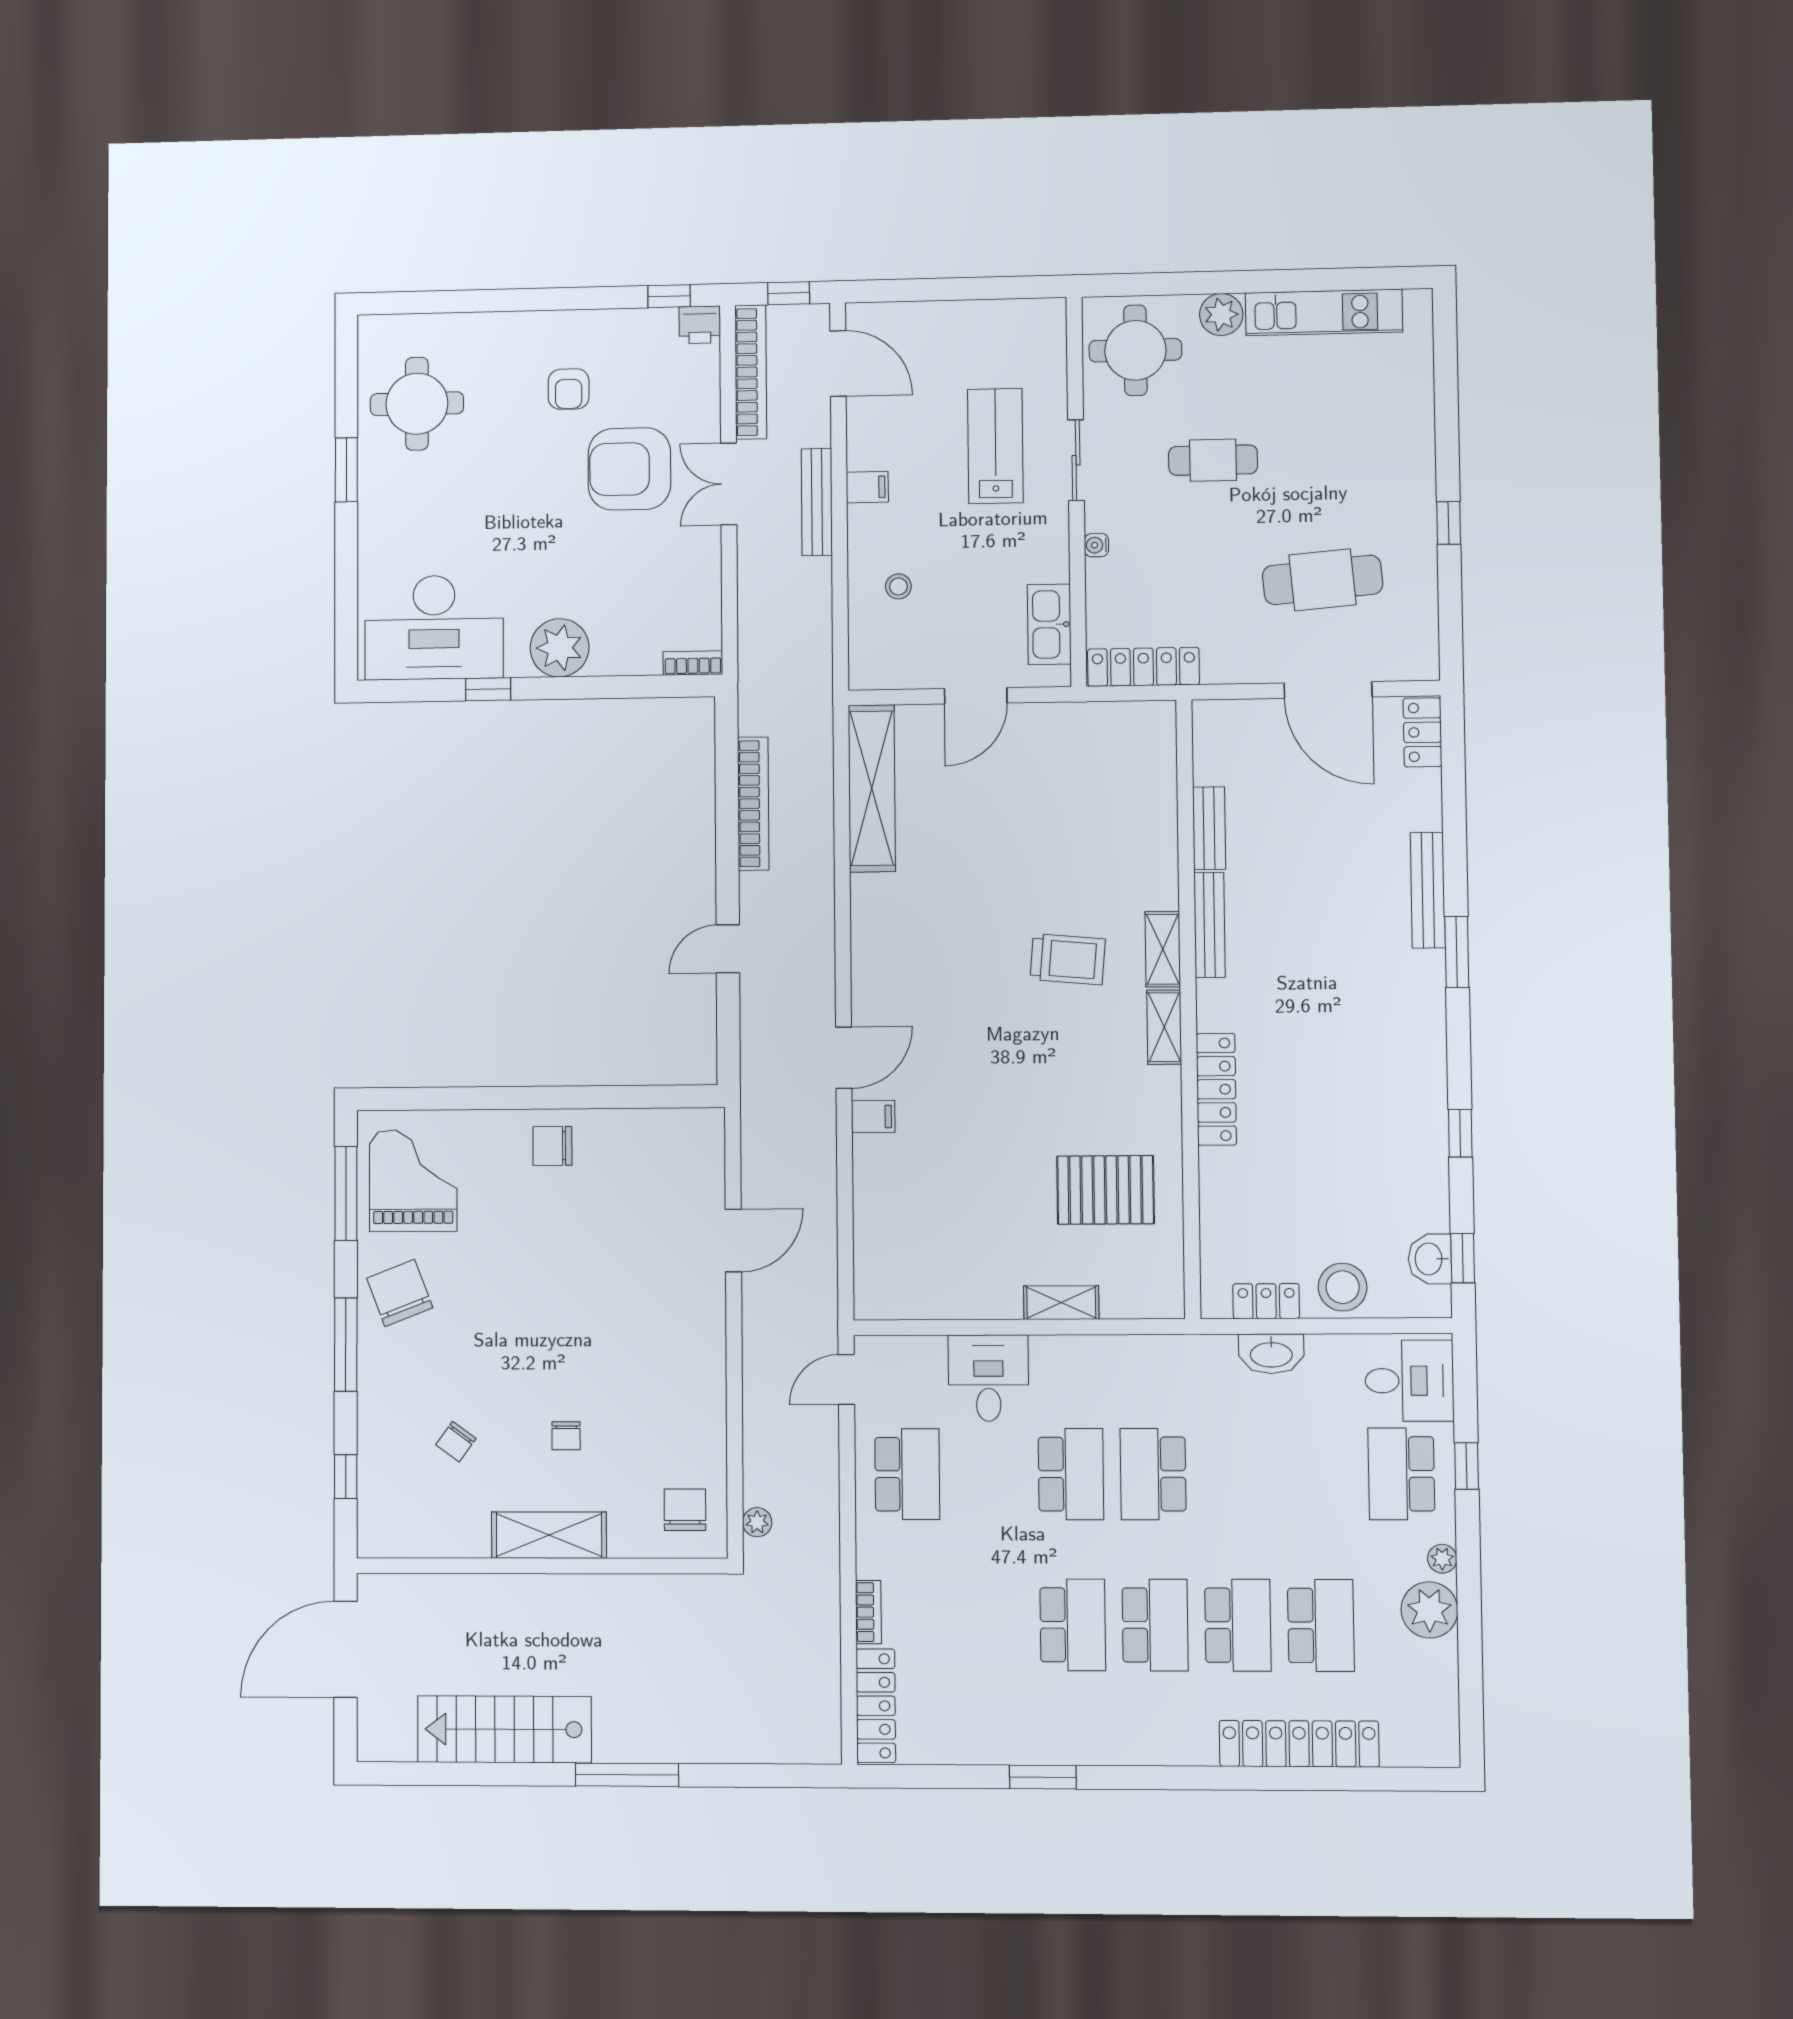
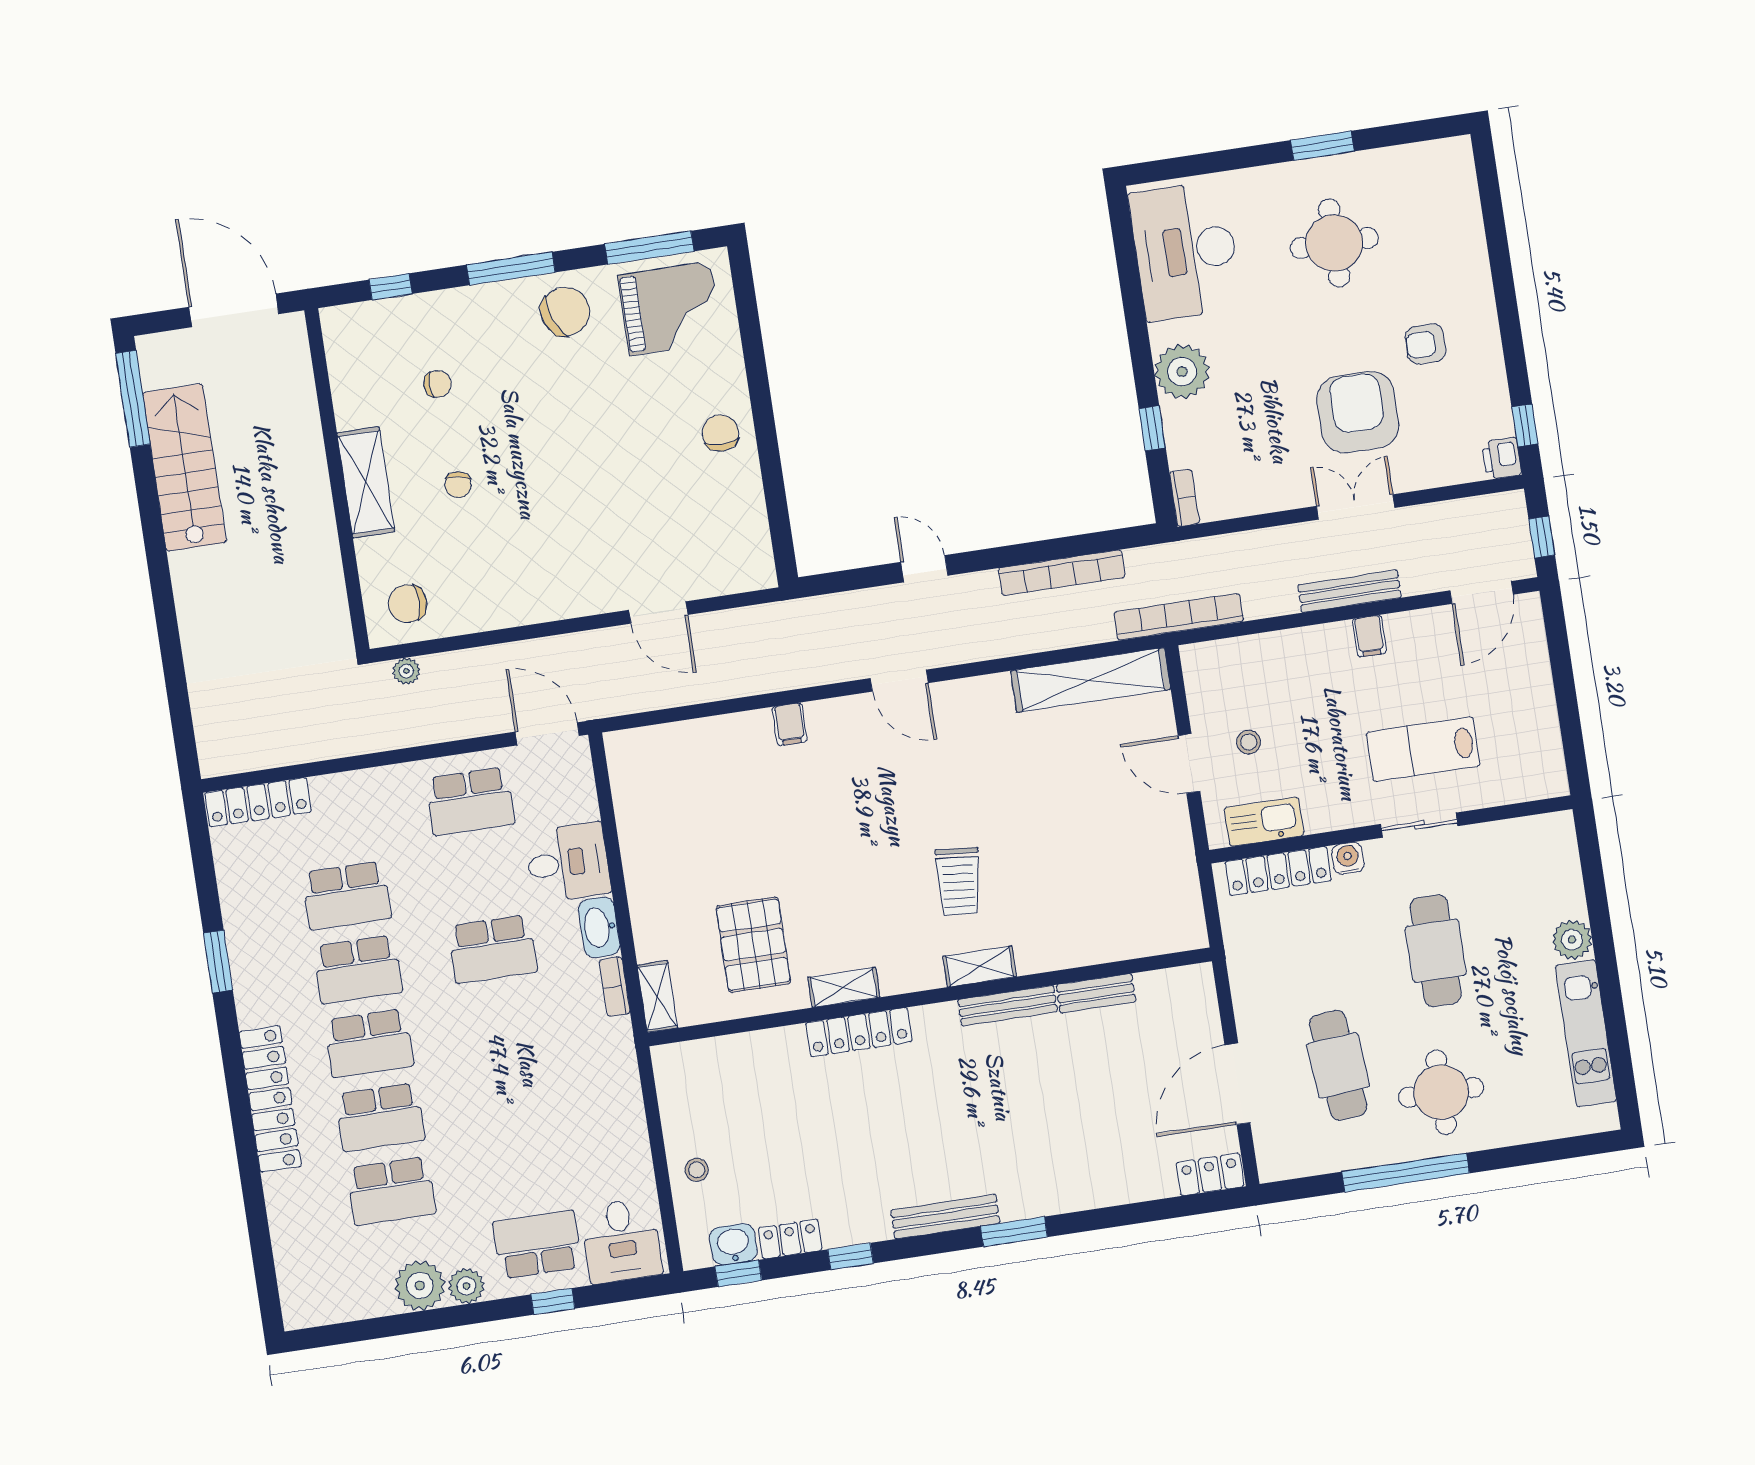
round table: (1135, 350) -> (1441, 1092), moved
bookcase: (751, 372) -> (1179, 617), moved, turned 180
round table: (417, 404) -> (1334, 243), moved
lab bench: (995, 446) -> (1423, 749), turned 180
cafe table: (1213, 460) -> (1436, 951), width x1.37, depth x1.35
window: (1449, 523) -> (1406, 1172), width x3.17
water cooler: (1096, 545) -> (1348, 858), width x1.38, depth x1.38
stool: (898, 586) -> (1249, 742), moved
locker: (1143, 667) -> (1278, 871), moved, turned 90
window: (488, 689) -> (1152, 428), moved
bench: (1428, 890) -> (945, 1217), moved
shelving: (1164, 1027) -> (844, 987), moved
door: (844, 1058) -> (899, 681), moved
stool: (1343, 1287) -> (697, 1170), width x0.53, depth x0.53
locker: (1266, 1301) -> (790, 1239), moved, turned -90
shelving: (1061, 1303) -> (657, 996), moved
washbasin: (1271, 1354) -> (599, 927), moved
door: (846, 1380) -> (547, 734), width x1.38
chair: (566, 1436) -> (458, 485), turned -81
chair: (456, 1442) -> (438, 384), turned 144
school desk: (1153, 1474) -> (347, 896), moved, turned 180
chair: (685, 1510) -> (408, 604), turned 180
plant: (1442, 1559) -> (466, 1286), width x1.38, depth x1.38
bookcase: (868, 1612) -> (615, 987), moved, turned 90
locker: (1299, 1744) -> (270, 1099), moved
window: (627, 1775) -> (133, 399), moved

